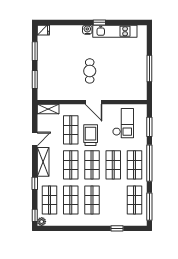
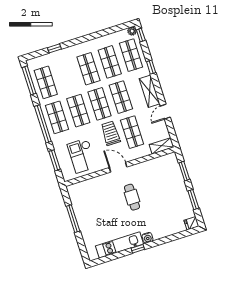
trolley: (91, 135) -> (111, 133), turned 180

